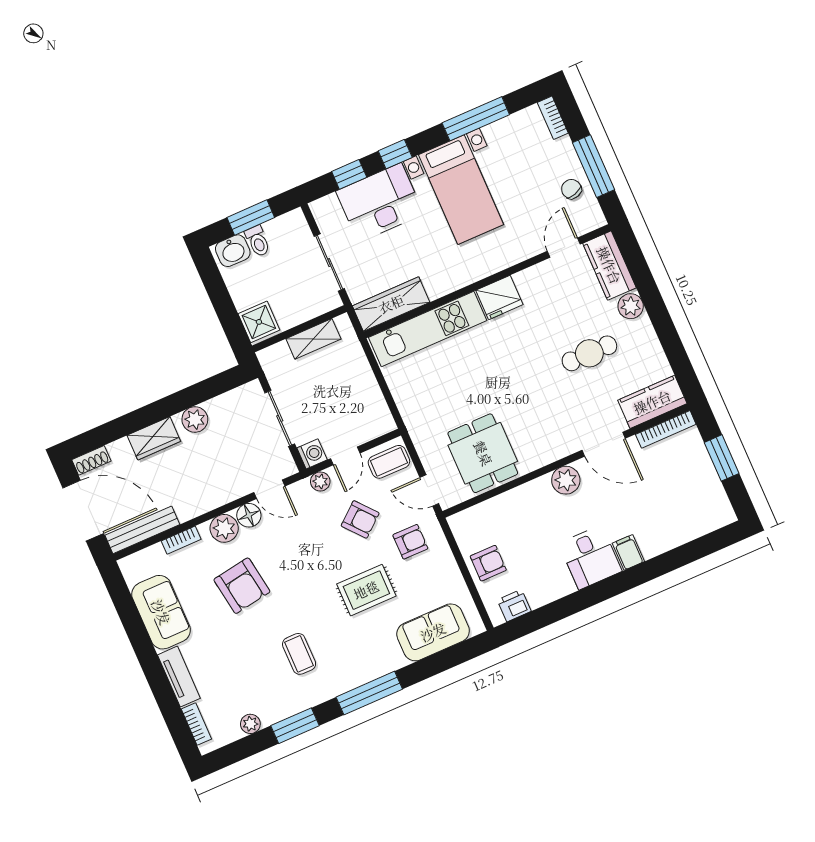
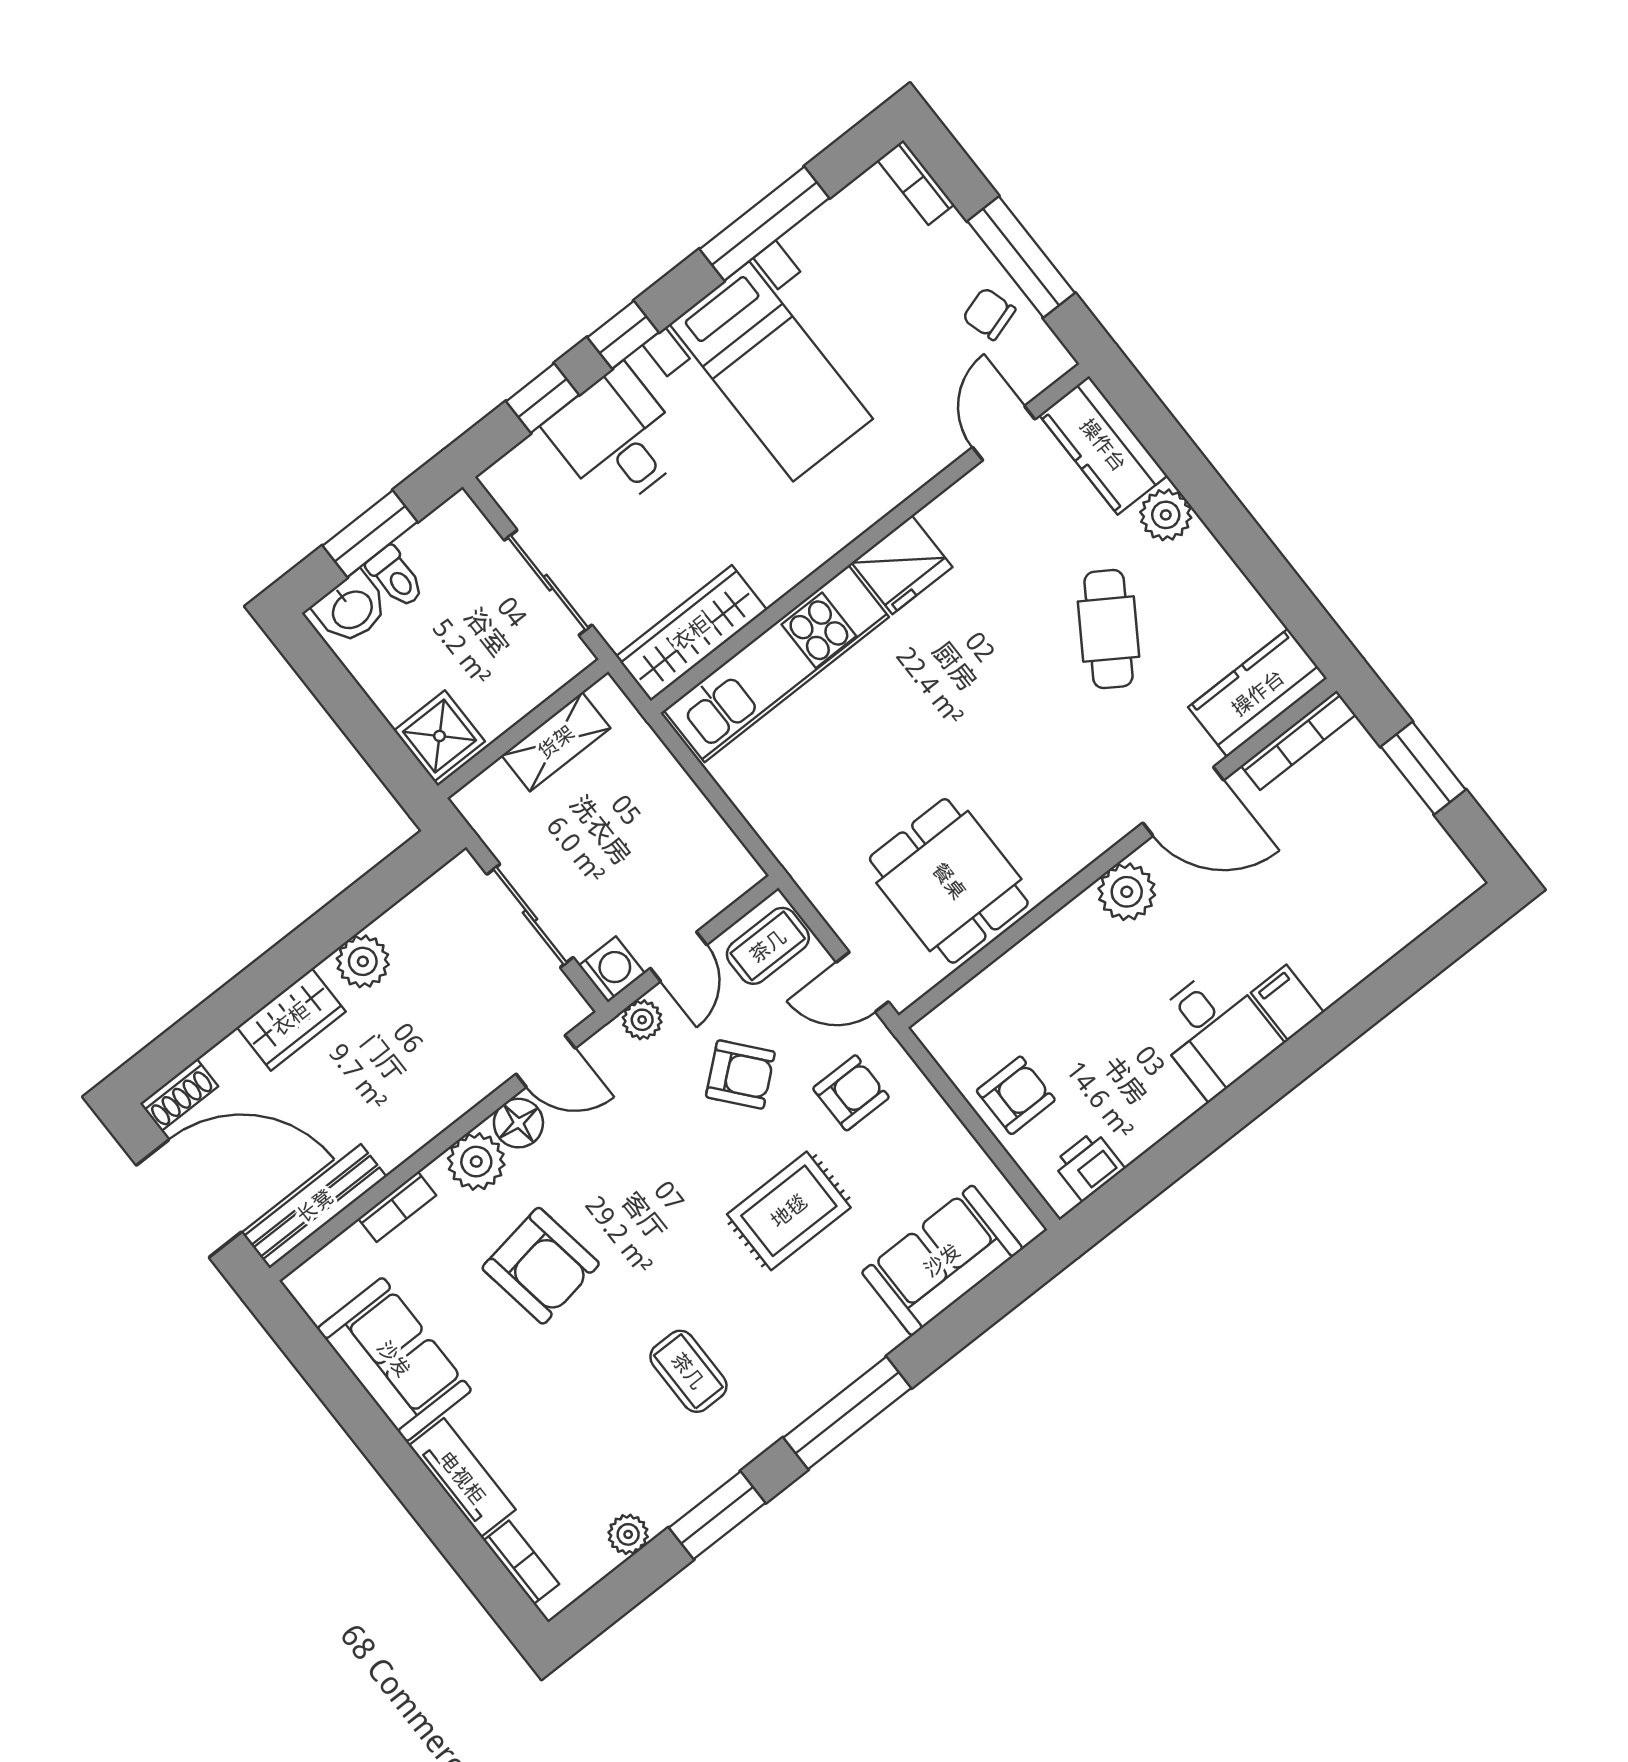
desk: (380, 202) -> (617, 438), width x0.73
cafe table: (589, 353) -> (1109, 629), turned -57

